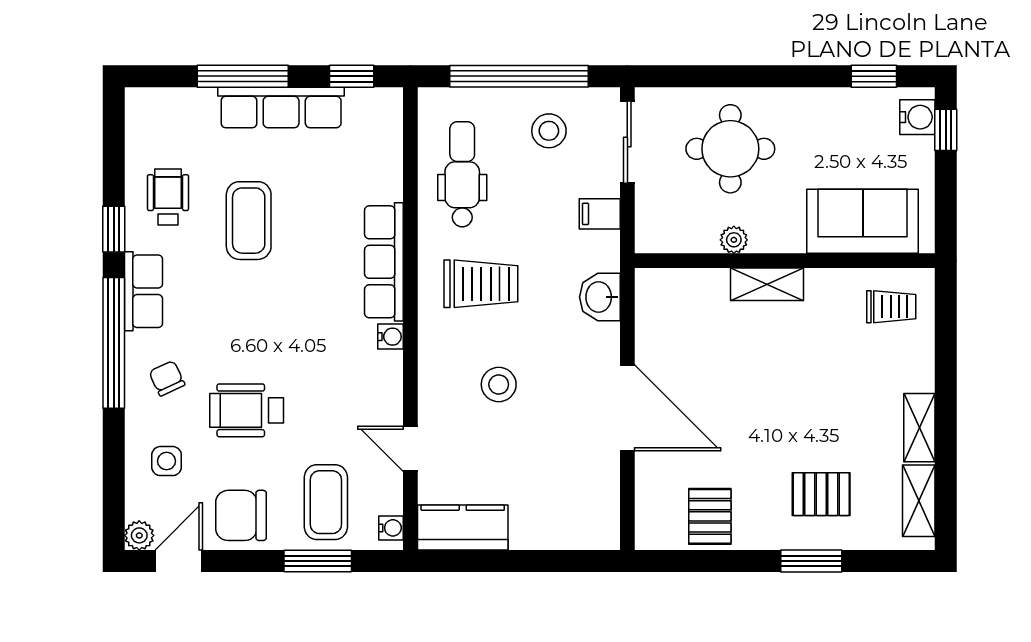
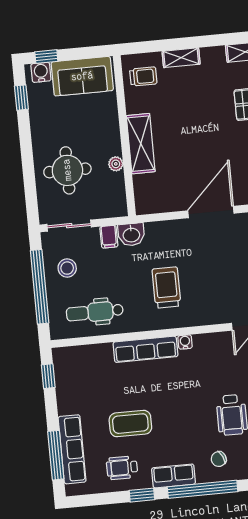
window: (243, 76) -> (56, 455), moved
row of seats: (281, 108) -> (72, 449), moved
sofa: (863, 221) -> (82, 76), moved, turned -90
trolley: (481, 284) -> (166, 288), moved
shelving: (767, 284) -> (141, 144), width x1.50, depth x1.33
washbasin: (600, 297) -> (131, 234), moved
trolley: (891, 307) -> (143, 76), turned 90
stool: (499, 384) -> (205, 282), removed
shelving: (919, 428) -> (181, 58), moved

